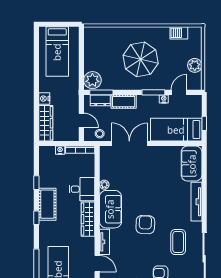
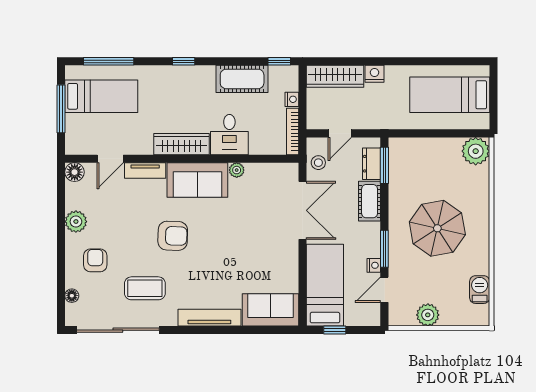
plant: (92, 80) -> (476, 151), moved
door: (179, 92) -> (384, 290), swing flipped
window: (36, 183) -> (279, 61), moved
cot: (47, 204) -> (242, 79), moved

